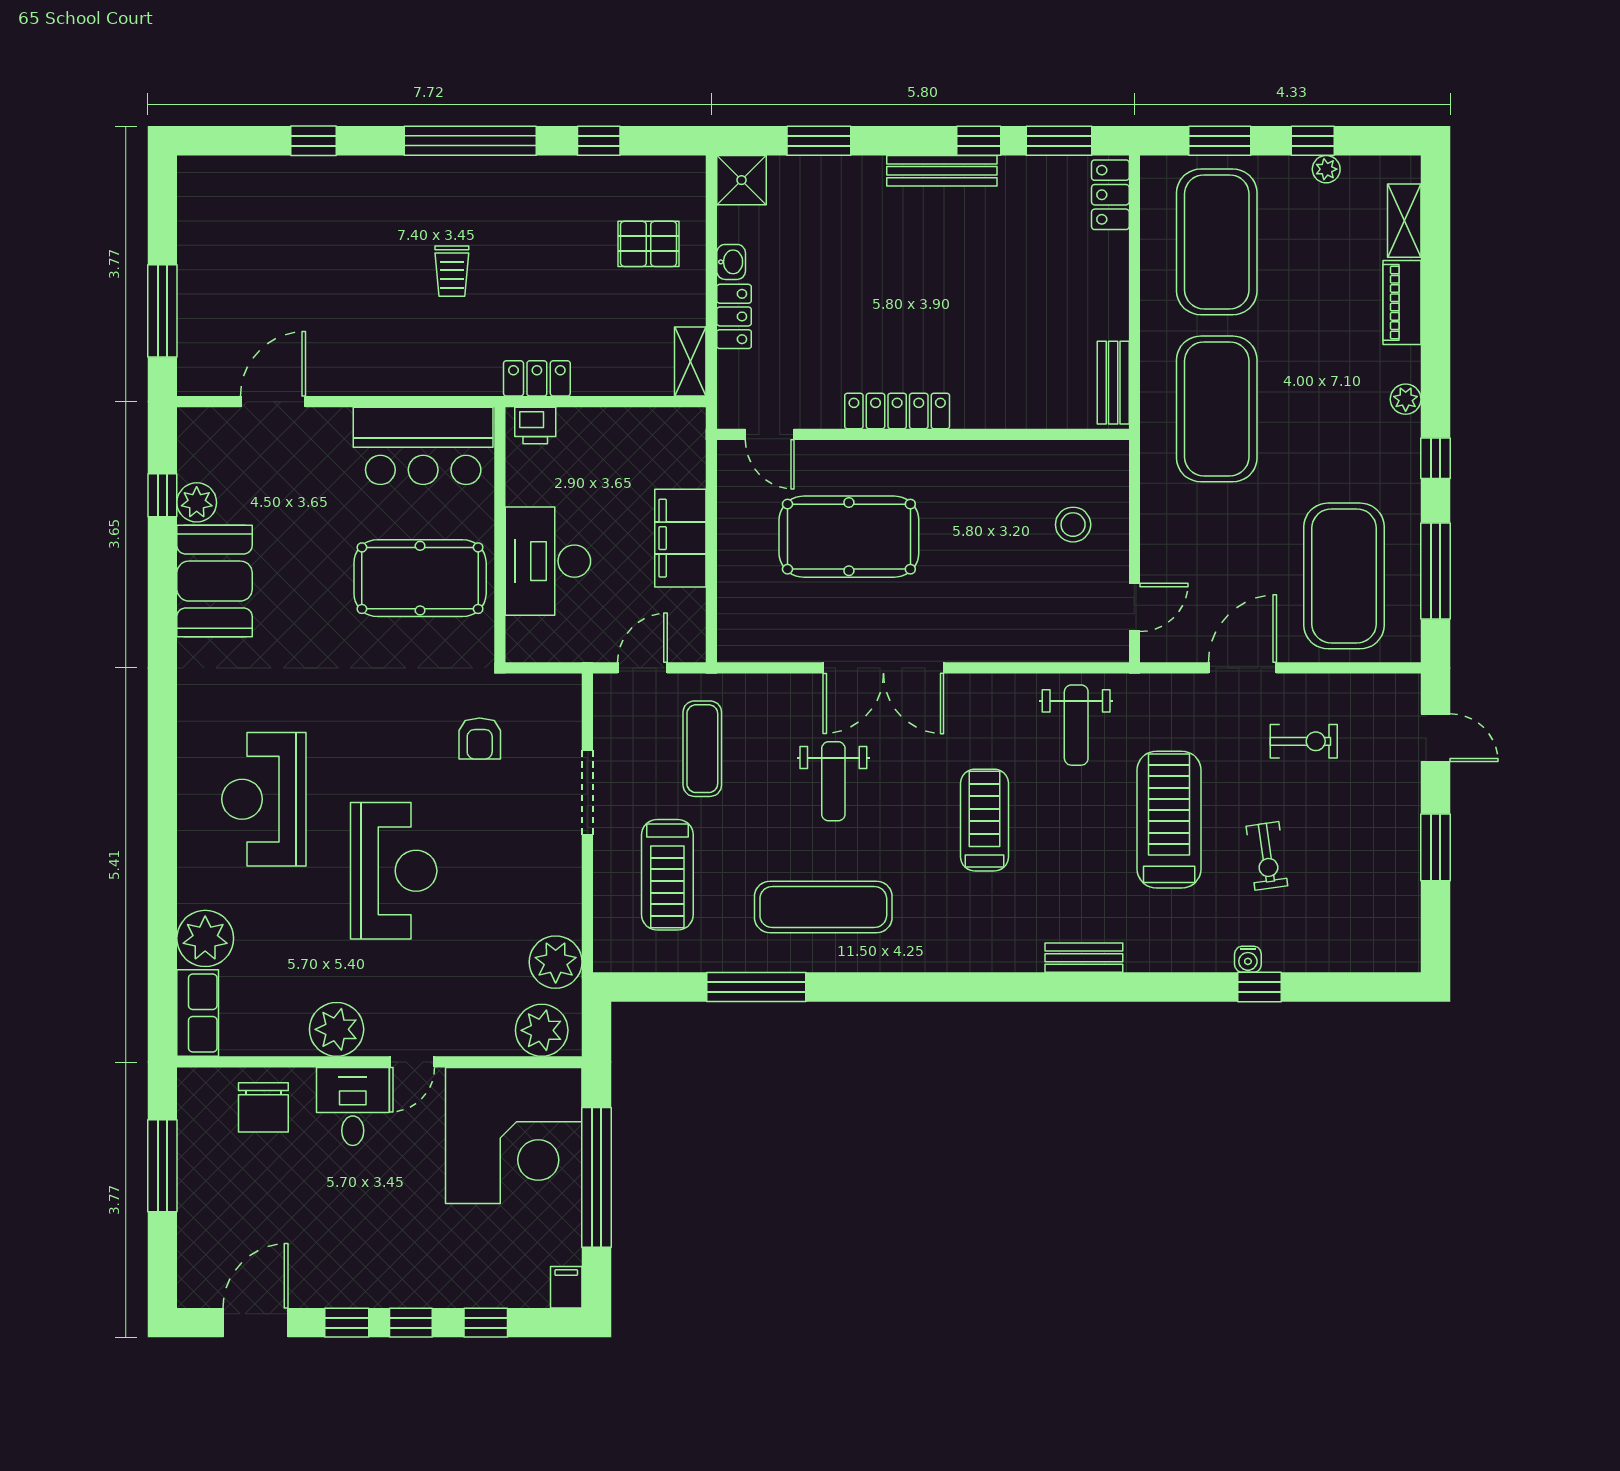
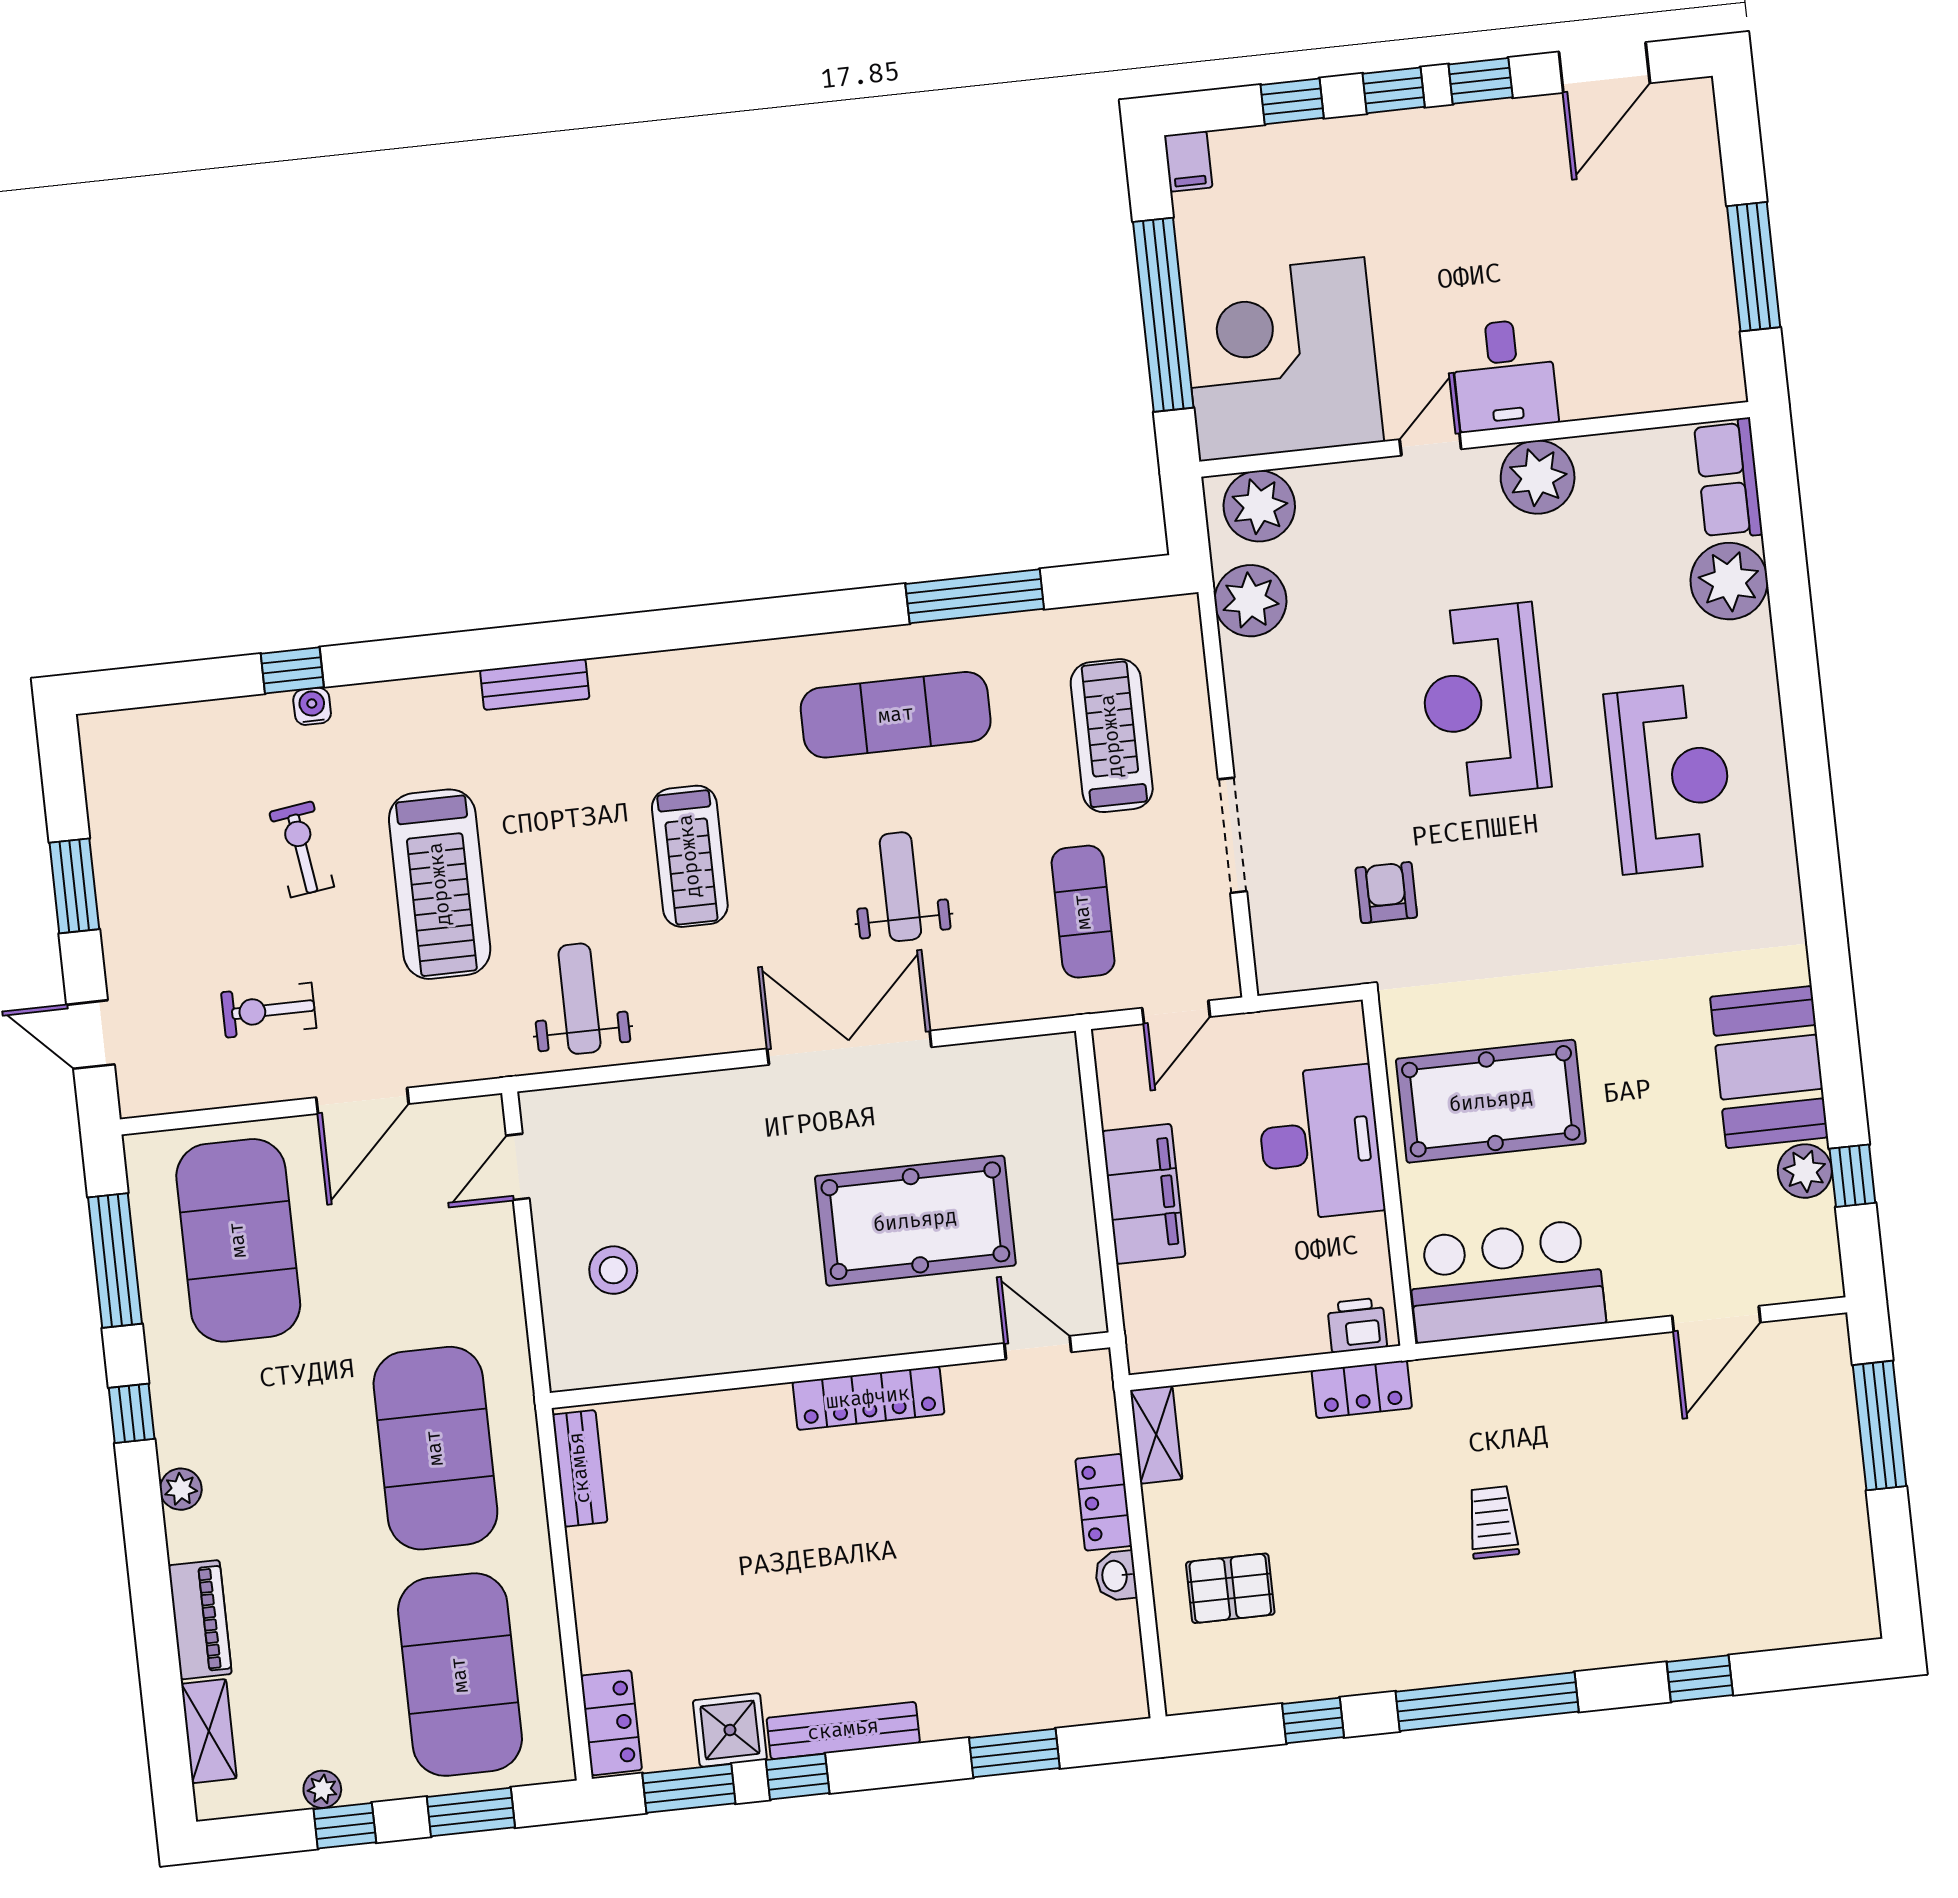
shower: (742, 180) -> (730, 1730), moved
chair: (263, 1107) -> (1625, 360), removed

